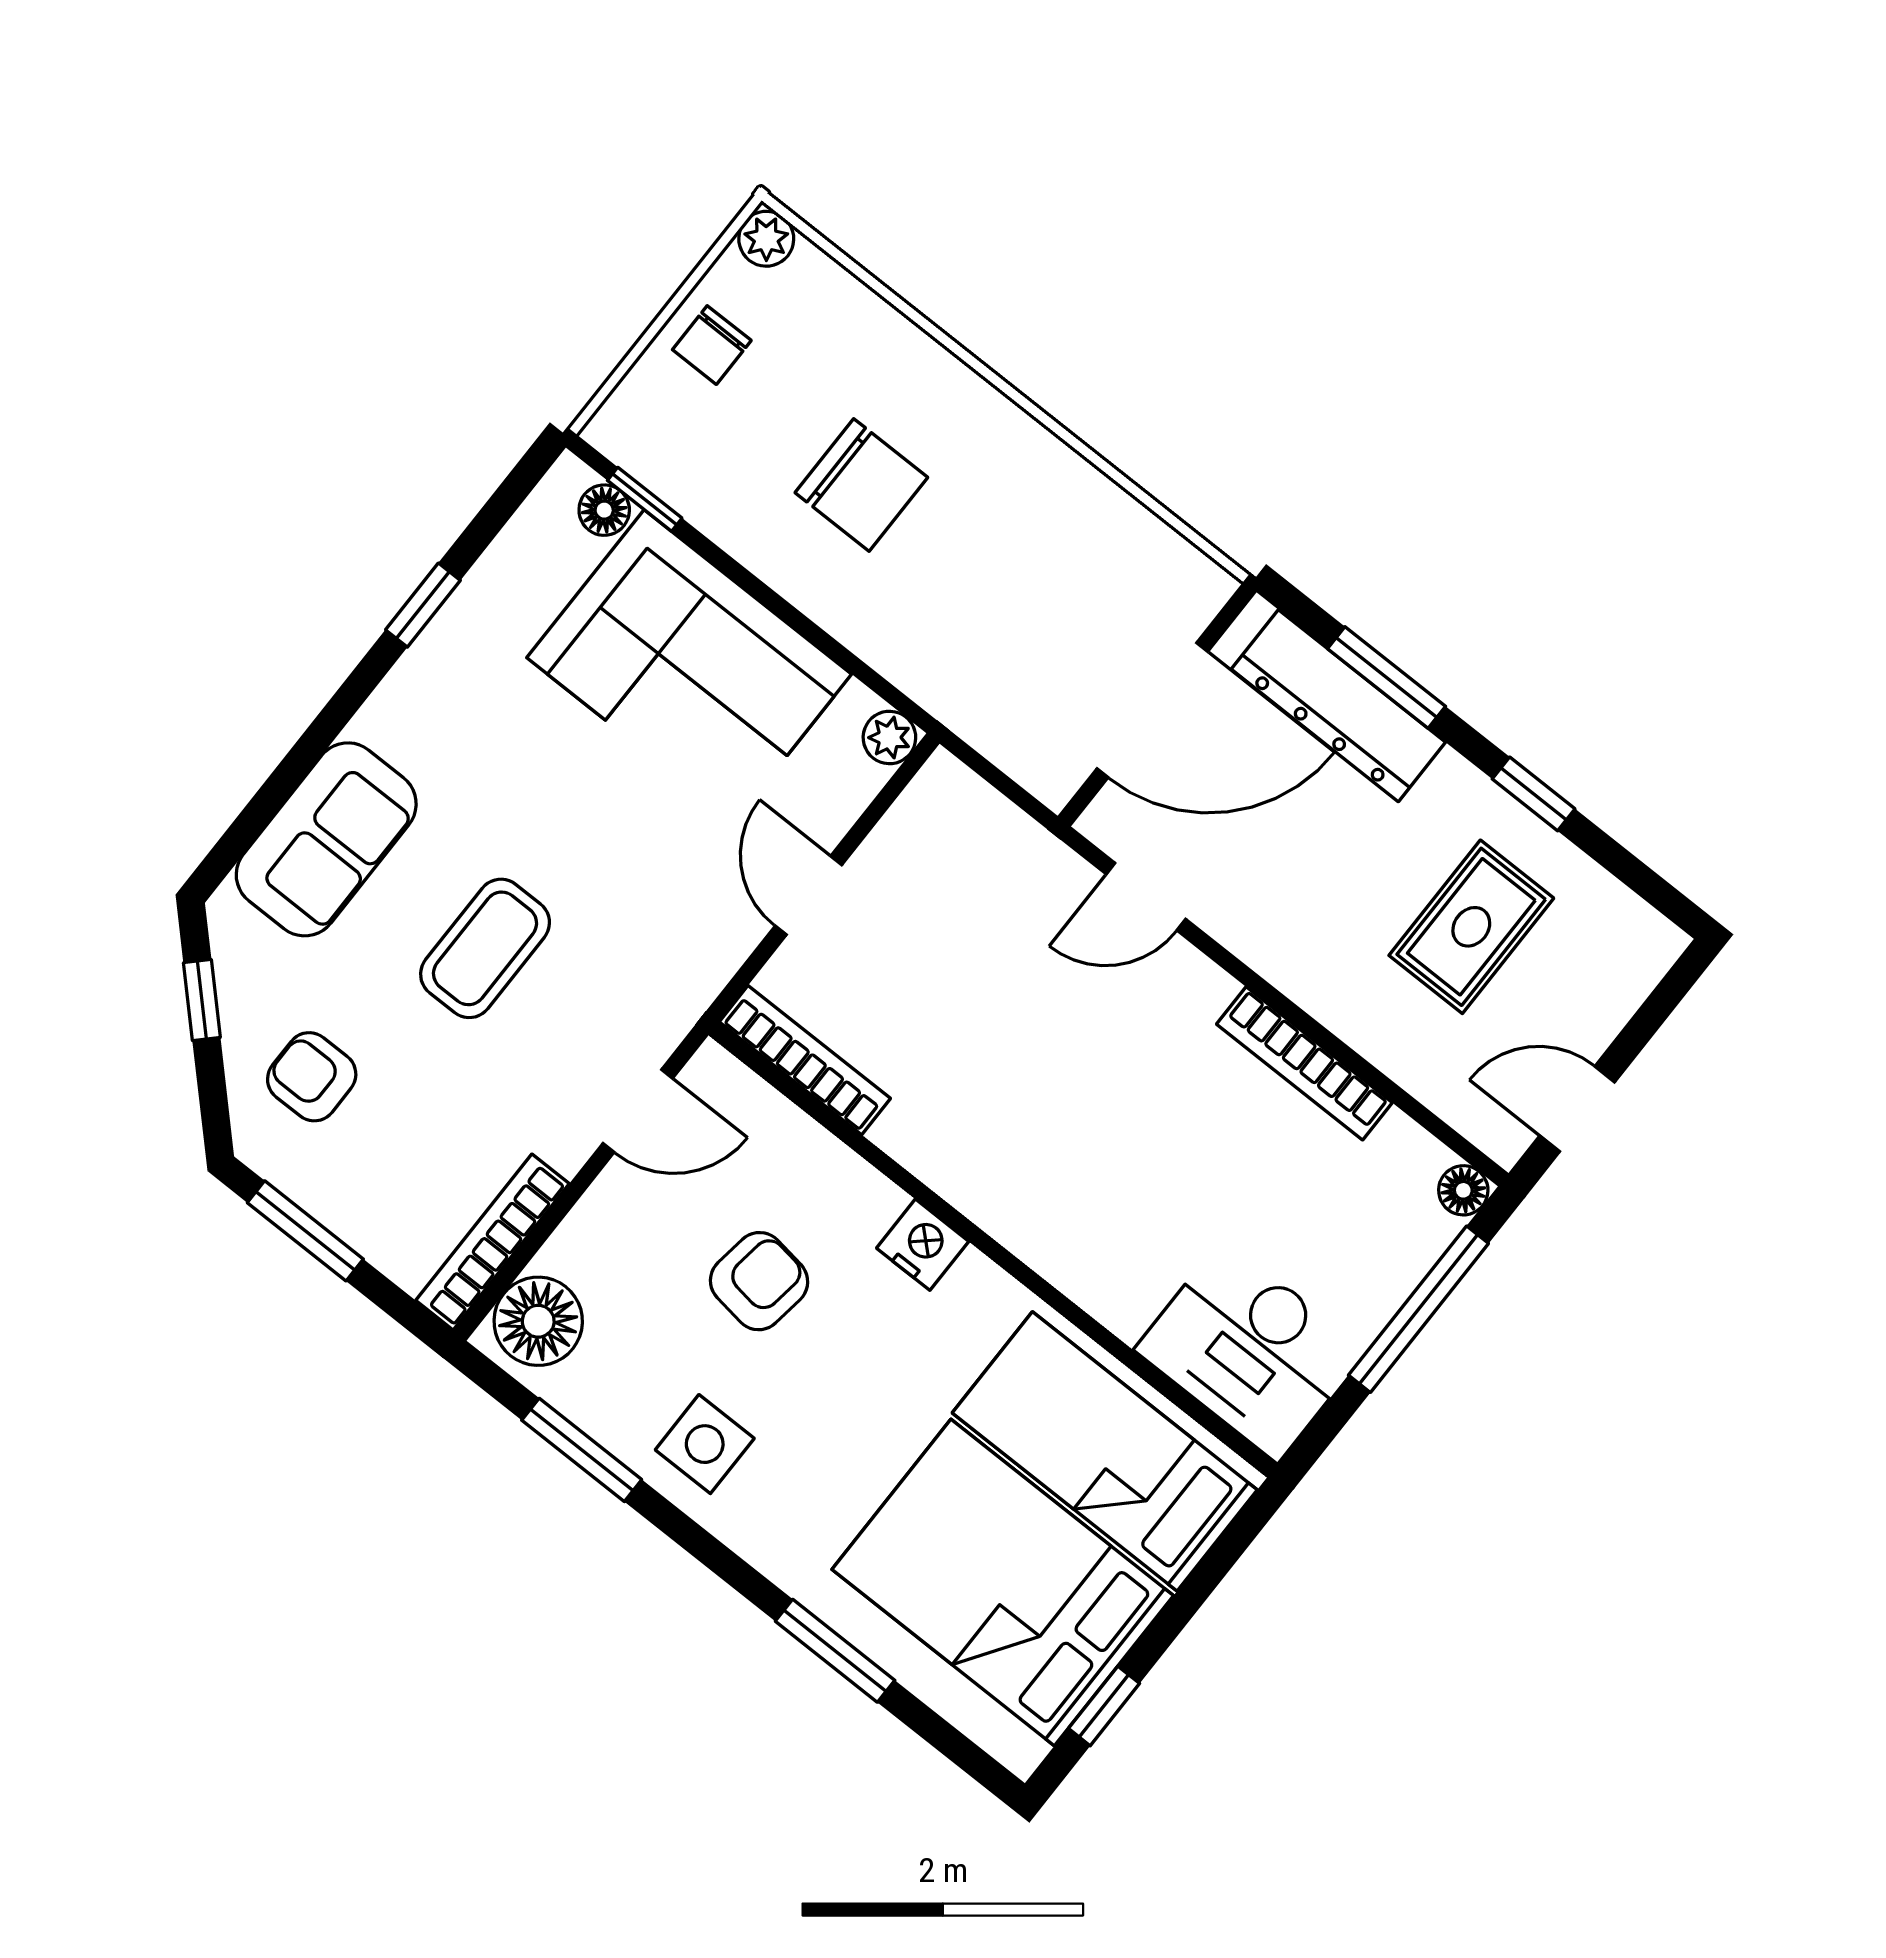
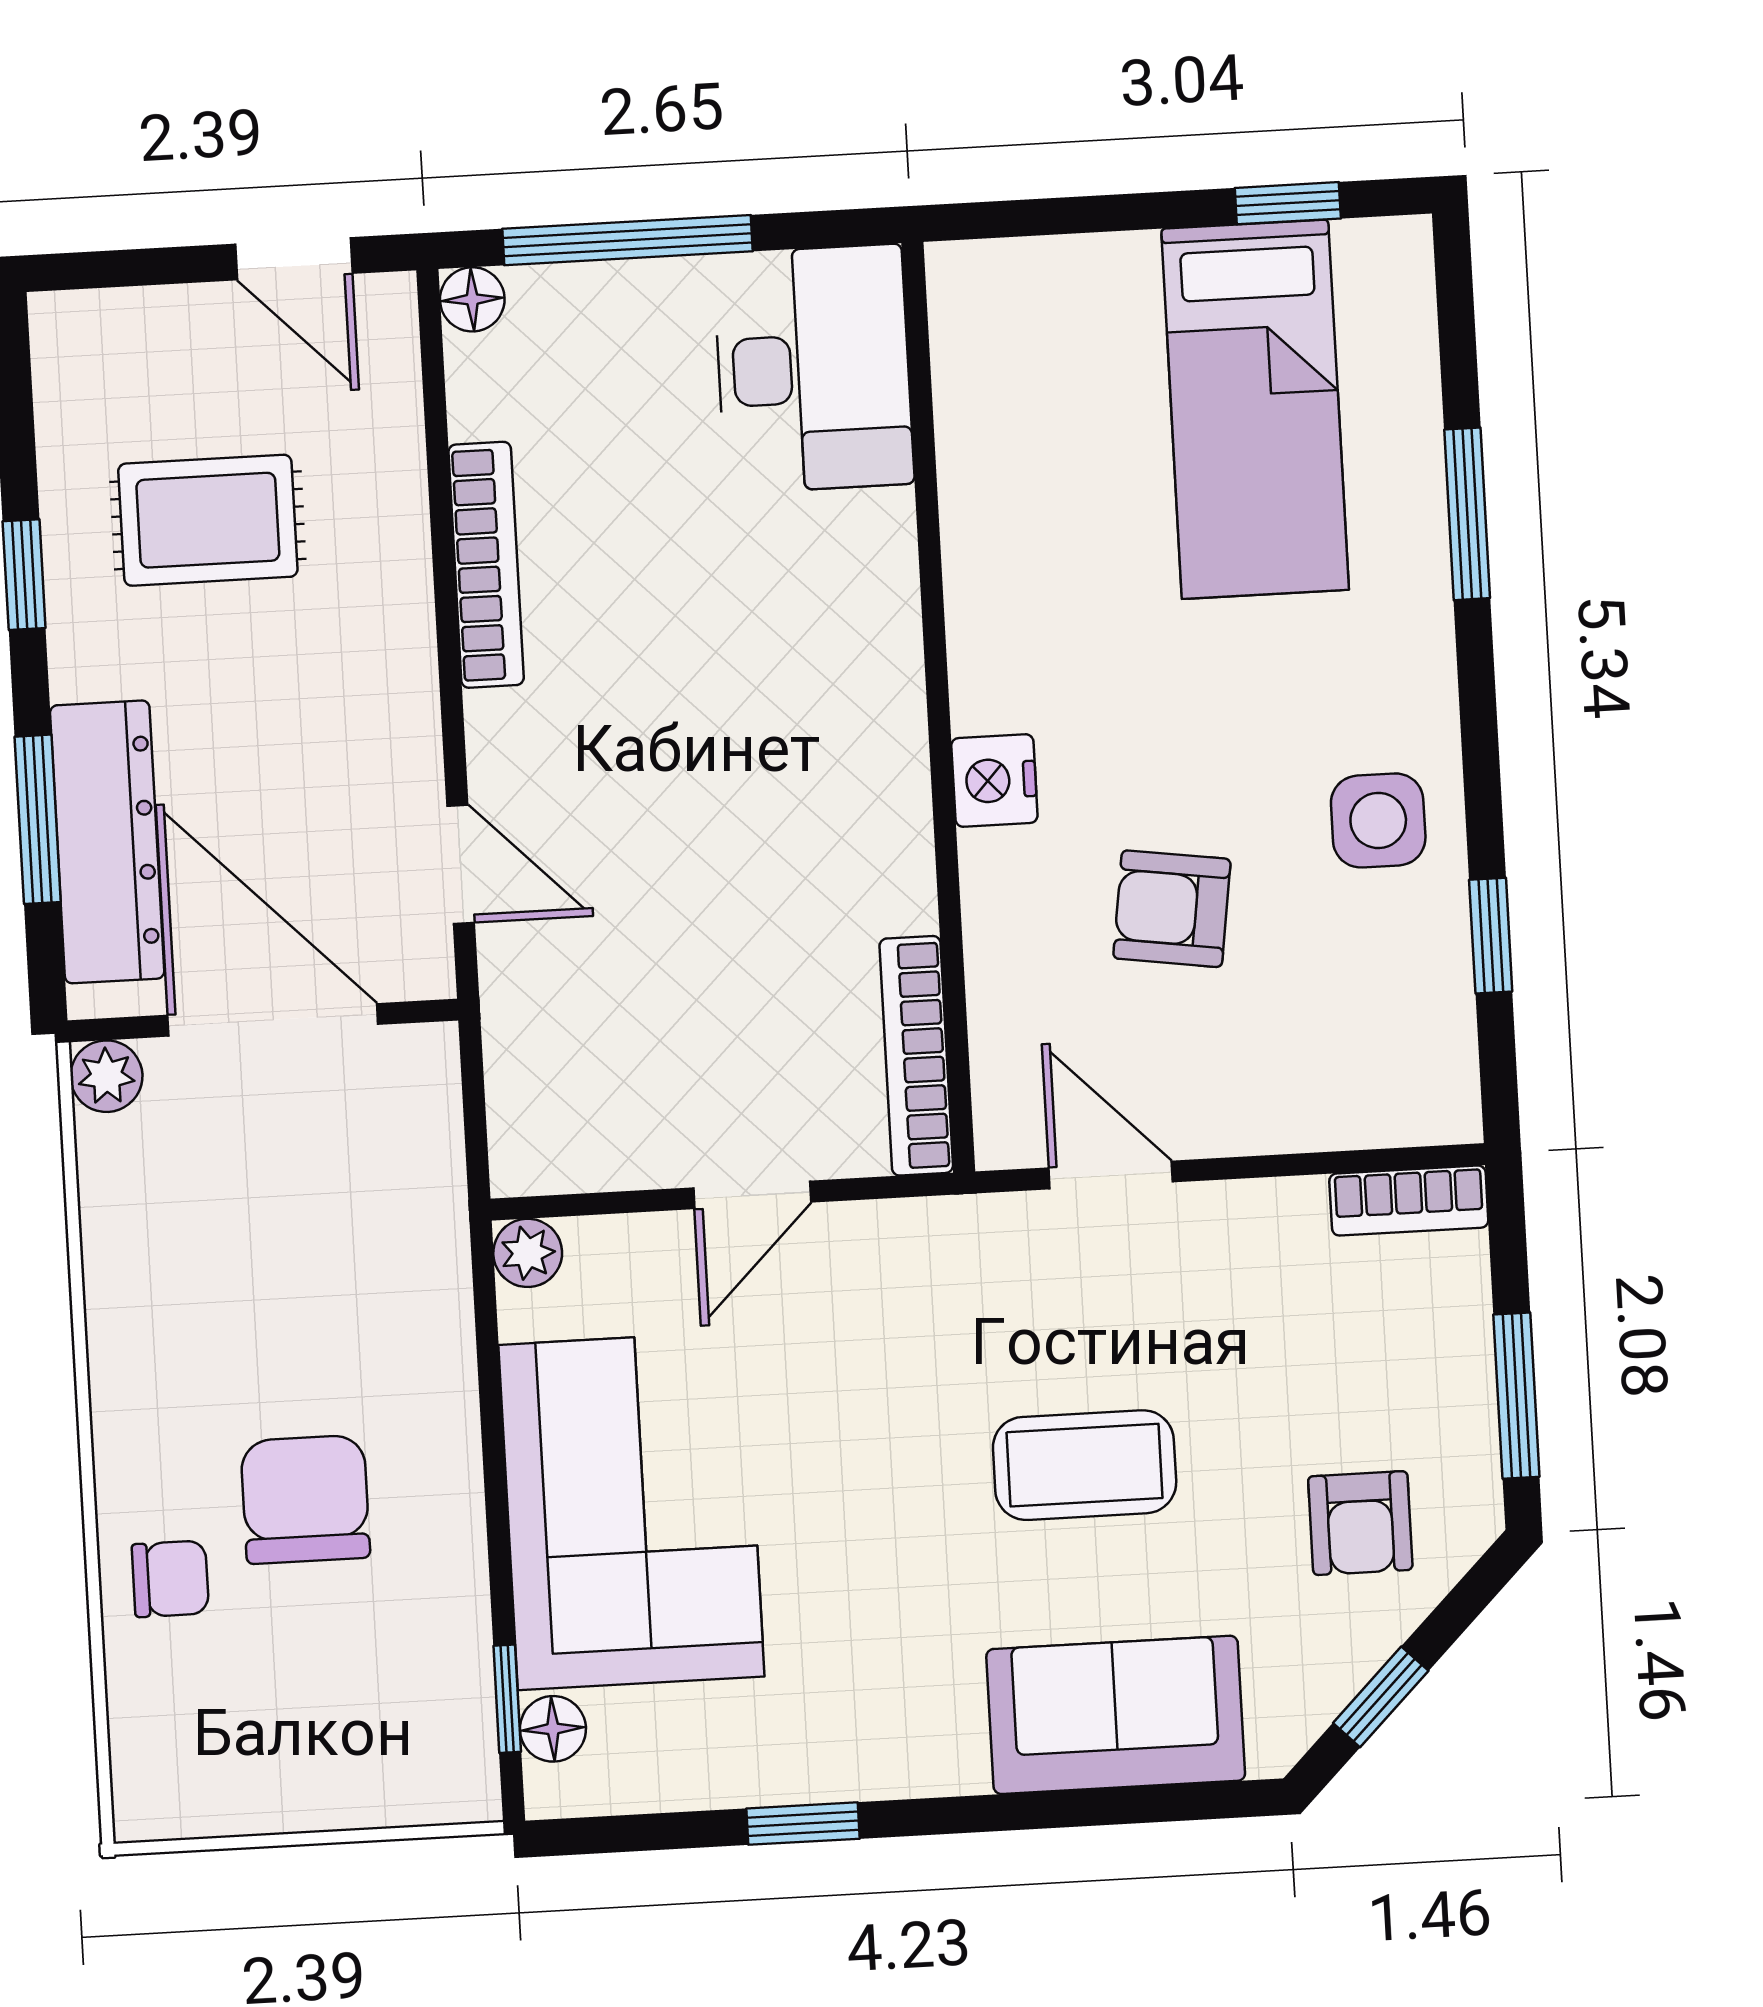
plant: (766, 239) -> (106, 1076), moved
chair: (712, 345) -> (170, 1579), moved
bookcase: (493, 1242) -> (1409, 1201), width x0.64
floor lamp: (538, 1321) -> (1403, 1090), removed
window: (582, 1450) -> (1491, 936), width x0.67
bed: (1105, 1451) -> (1038, 423), removed
bed: (1003, 1582) -> (1255, 409), width x0.67

